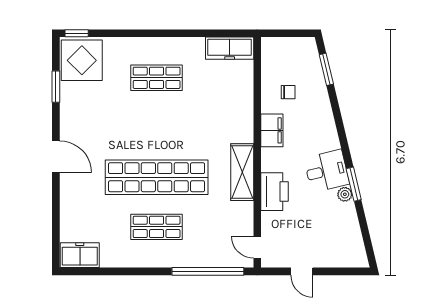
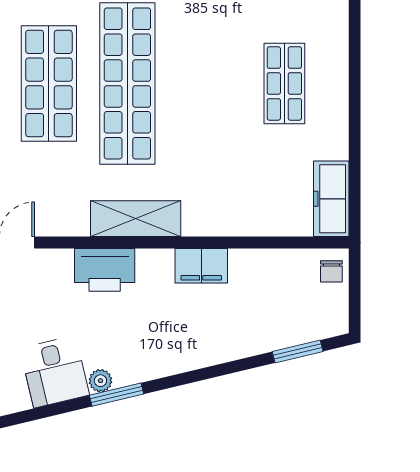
chair: (288, 92) -> (331, 271), moved
desk: (327, 171) -> (55, 372), moved
shop shelf: (157, 227) -> (49, 83), width x1.43, depth x1.36

